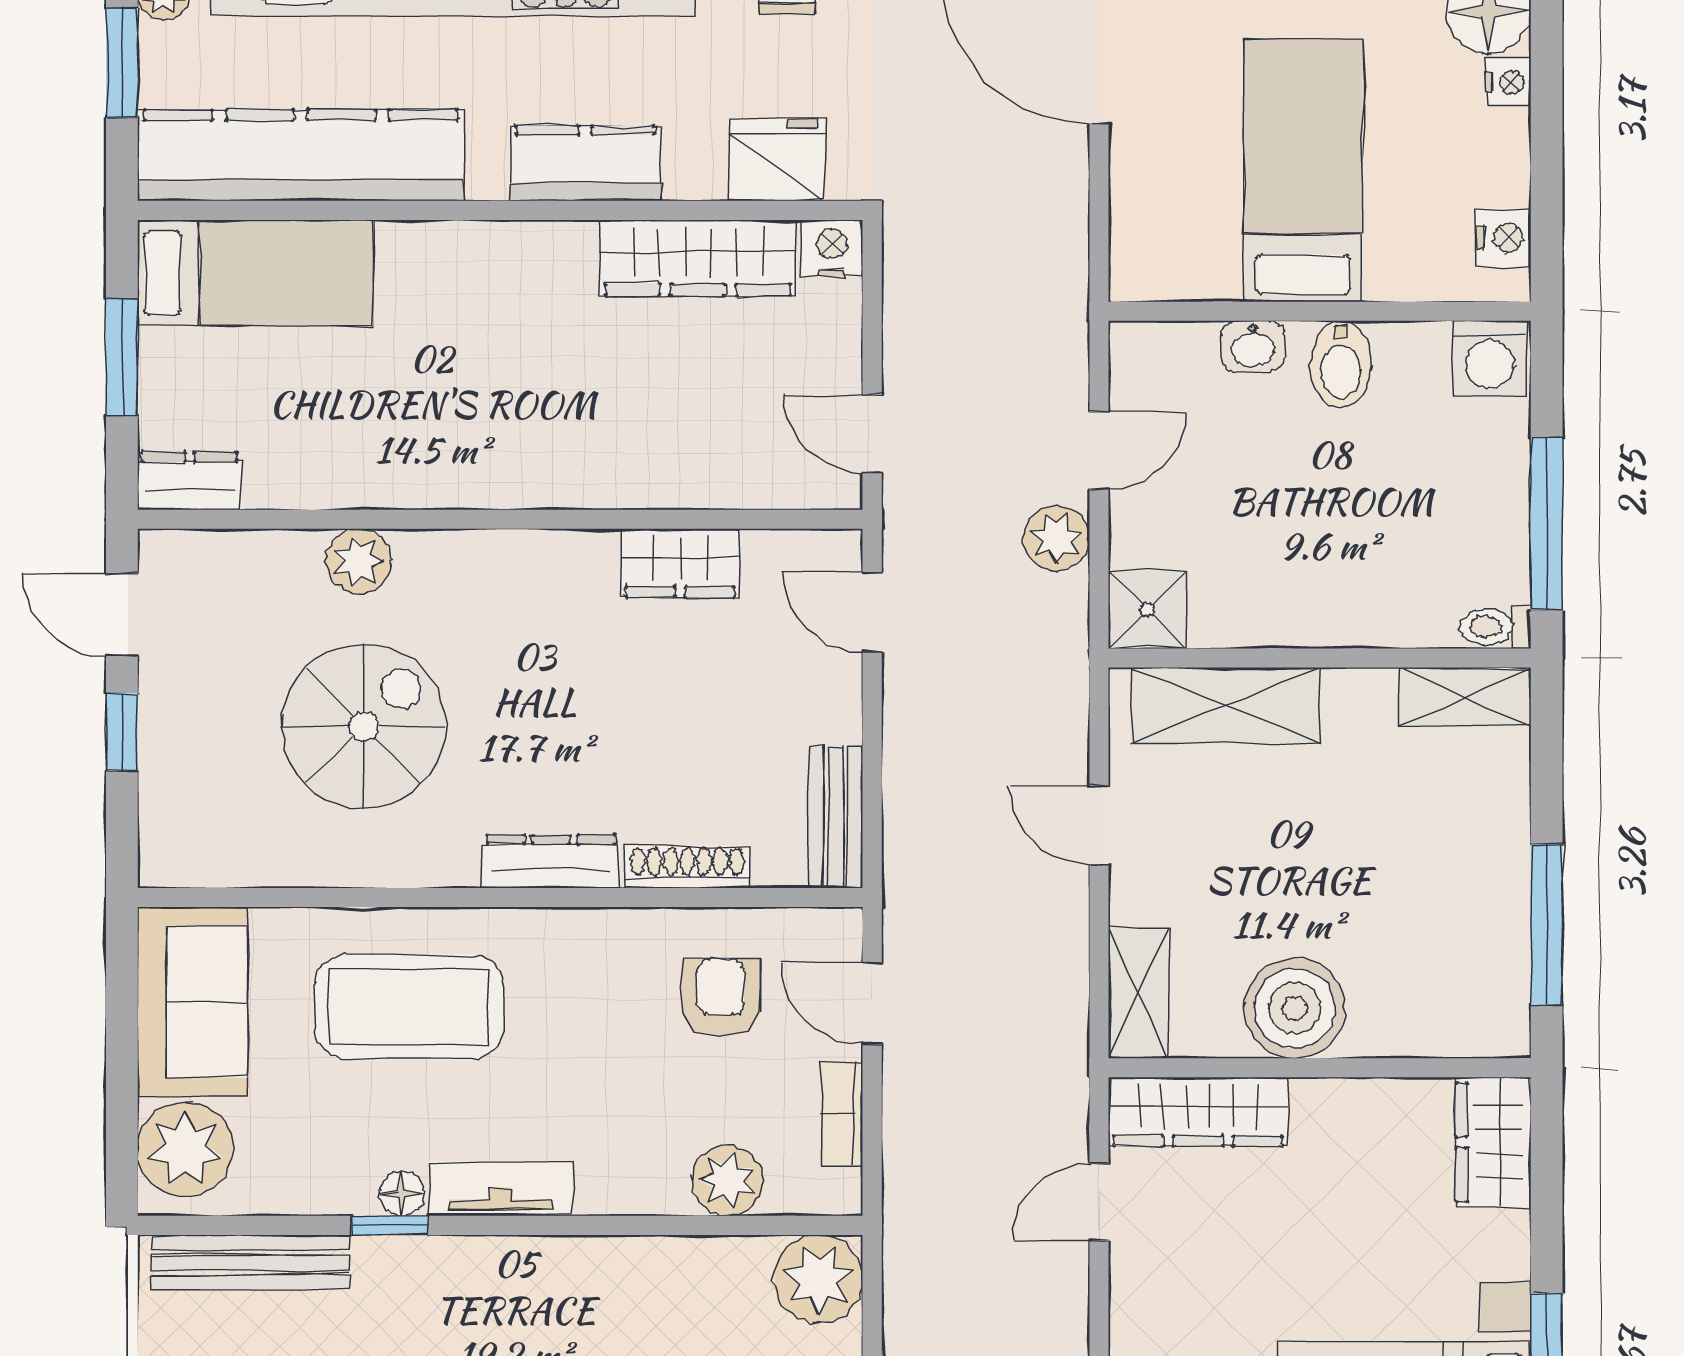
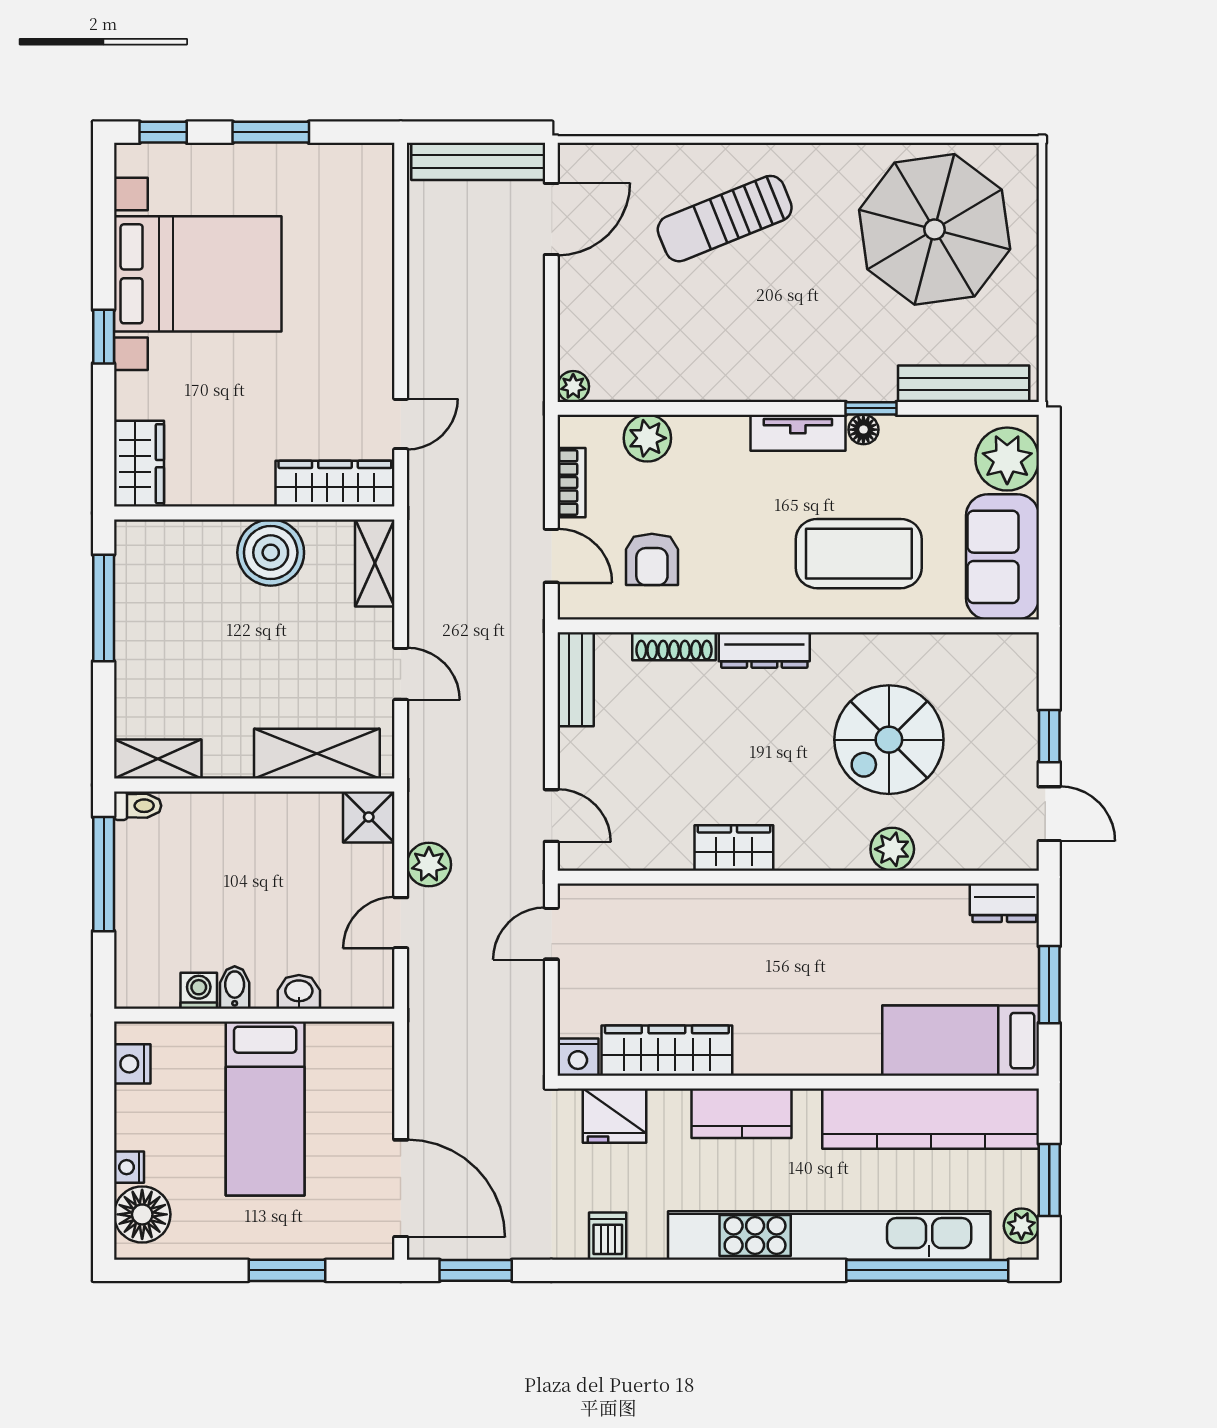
washing machine: (1490, 358) -> (199, 991), moved, width x0.73, depth x0.73
bidet: (1341, 364) -> (235, 988), width x0.72, depth x0.74
door: (872, 434) -> (551, 934), swing flipped
wardrobe: (680, 563) -> (734, 848), moved
plant: (818, 1279) -> (573, 386), width x0.53, depth x0.53

